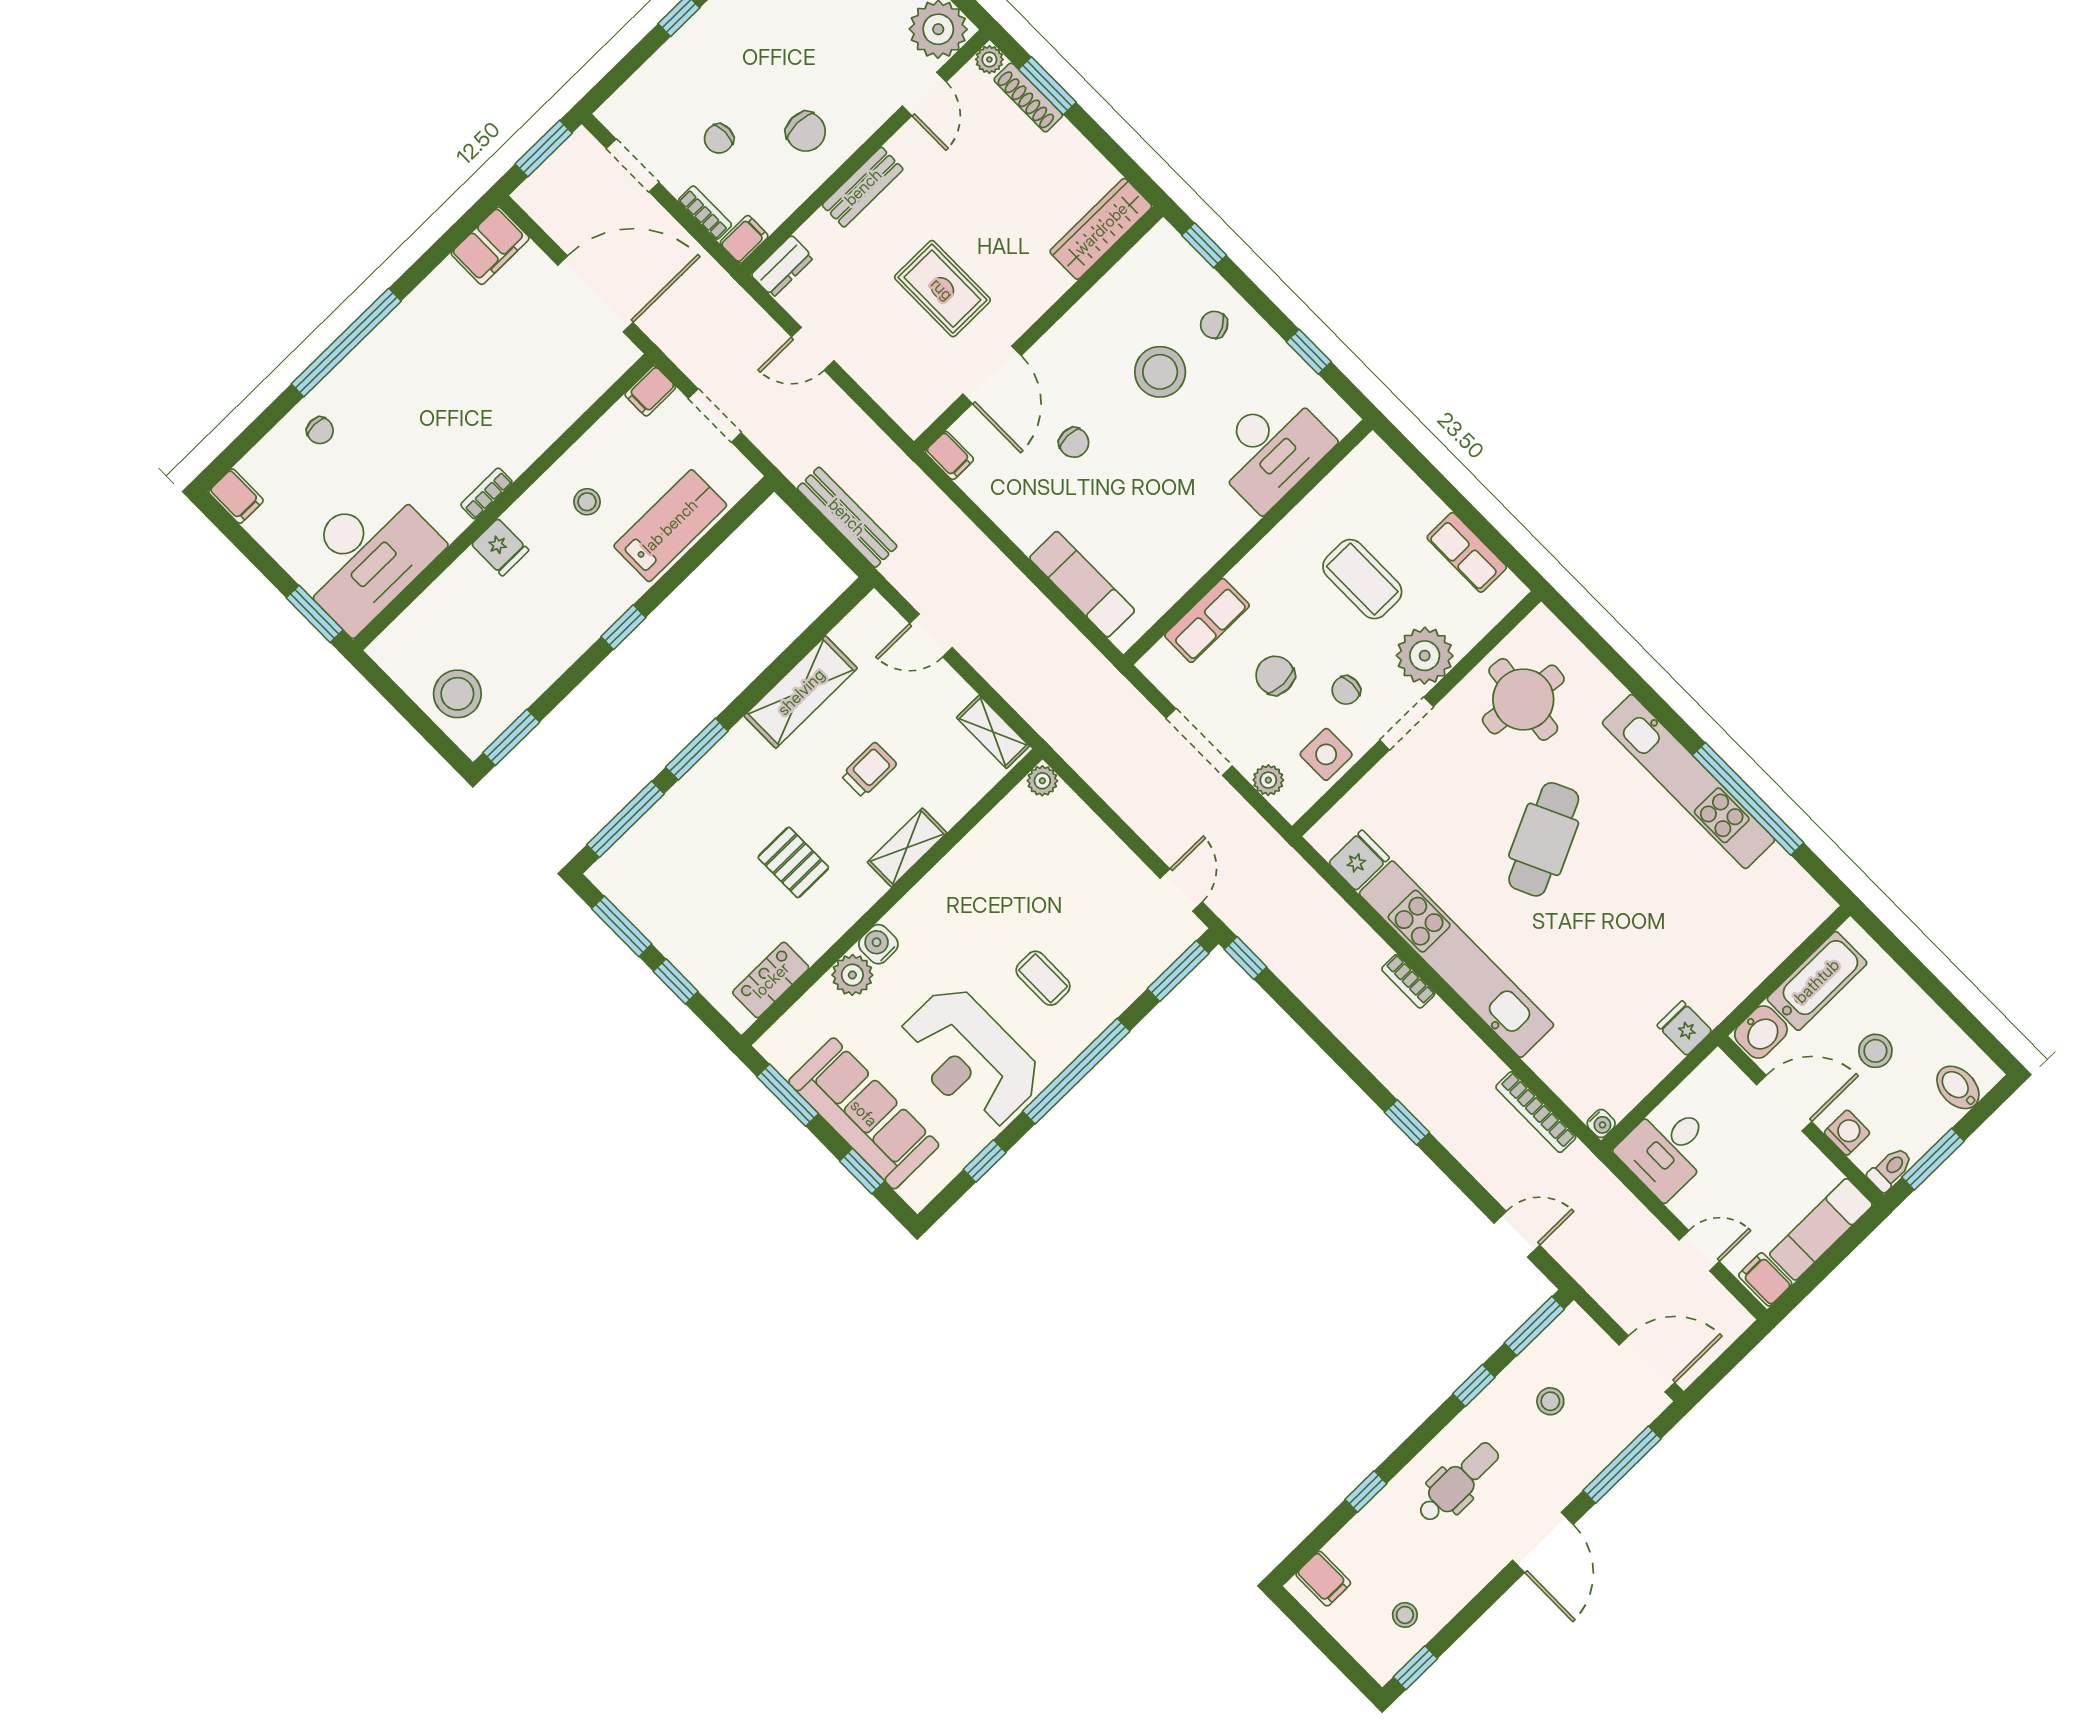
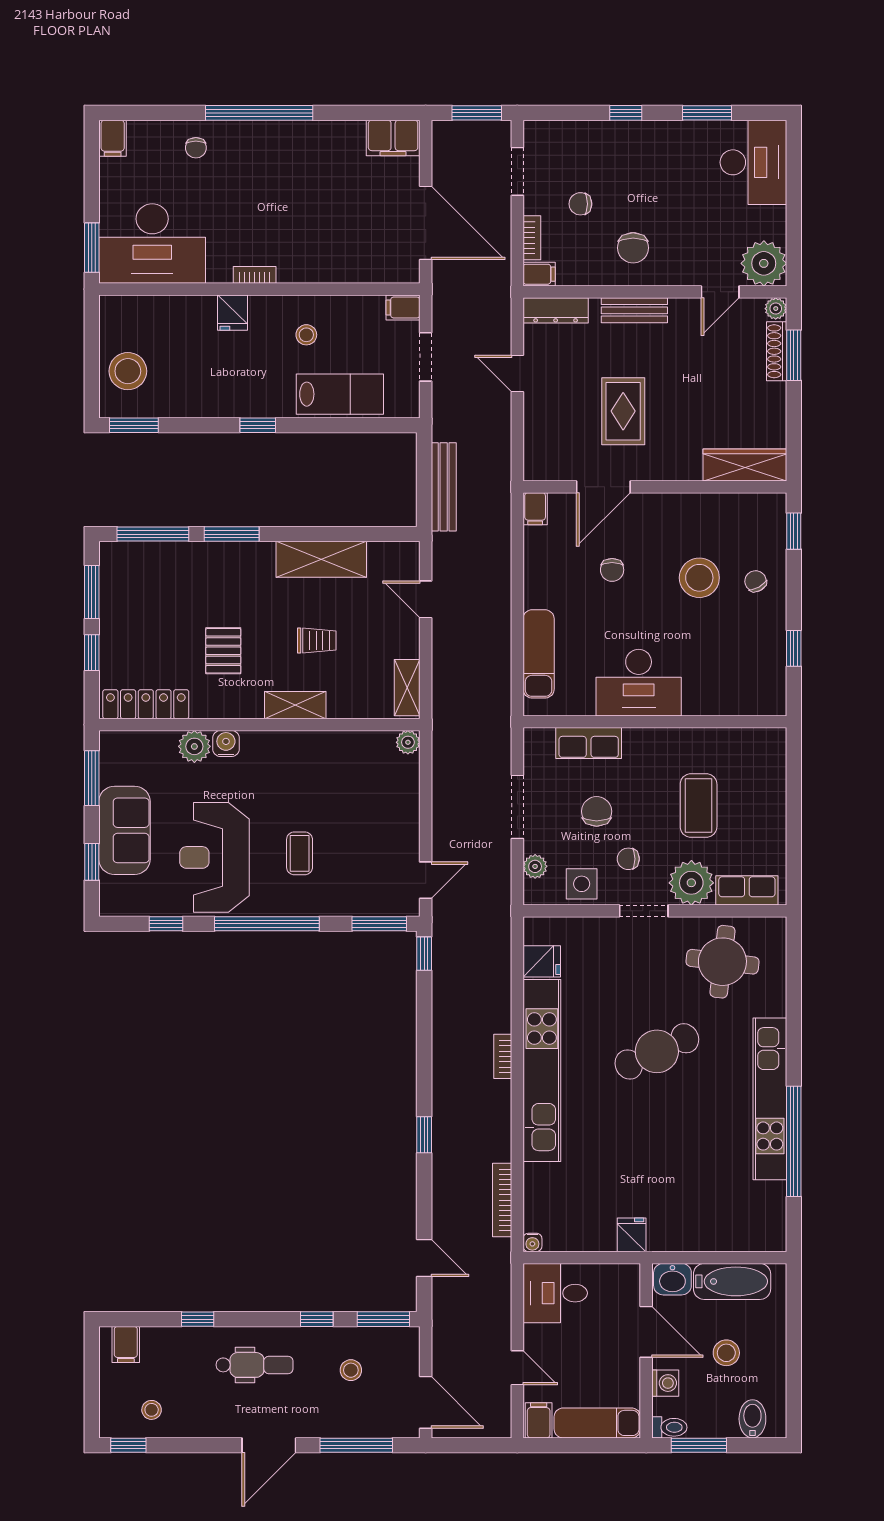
dresser: (782, 266) -> (556, 310), width x1.44
desk: (1271, 449) -> (639, 683), moved
row of seats: (1467, 552) -> (747, 890), moved, turned 90
locker: (771, 980) -> (146, 704), width x1.53
sofa: (864, 1113) -> (124, 830), width x0.73

